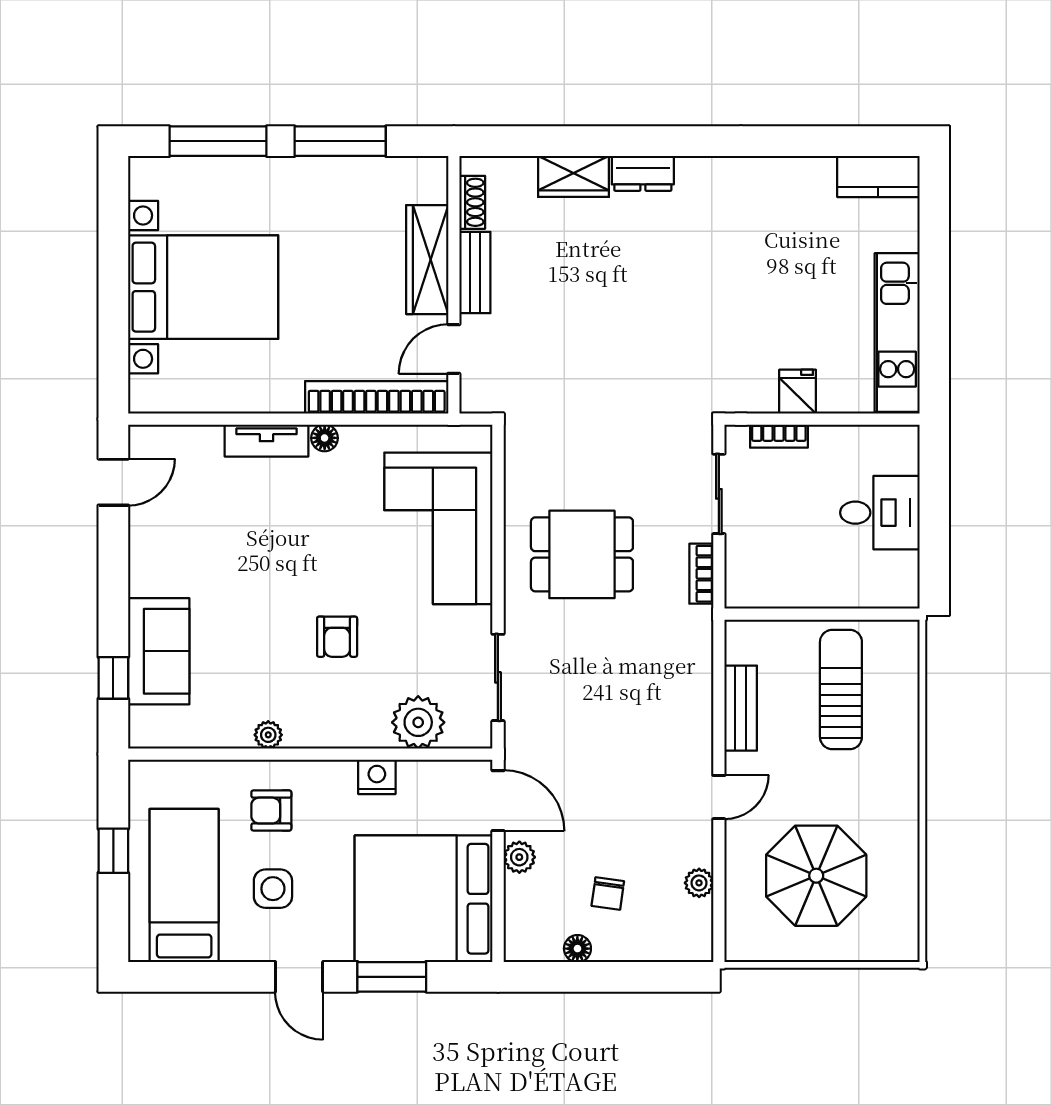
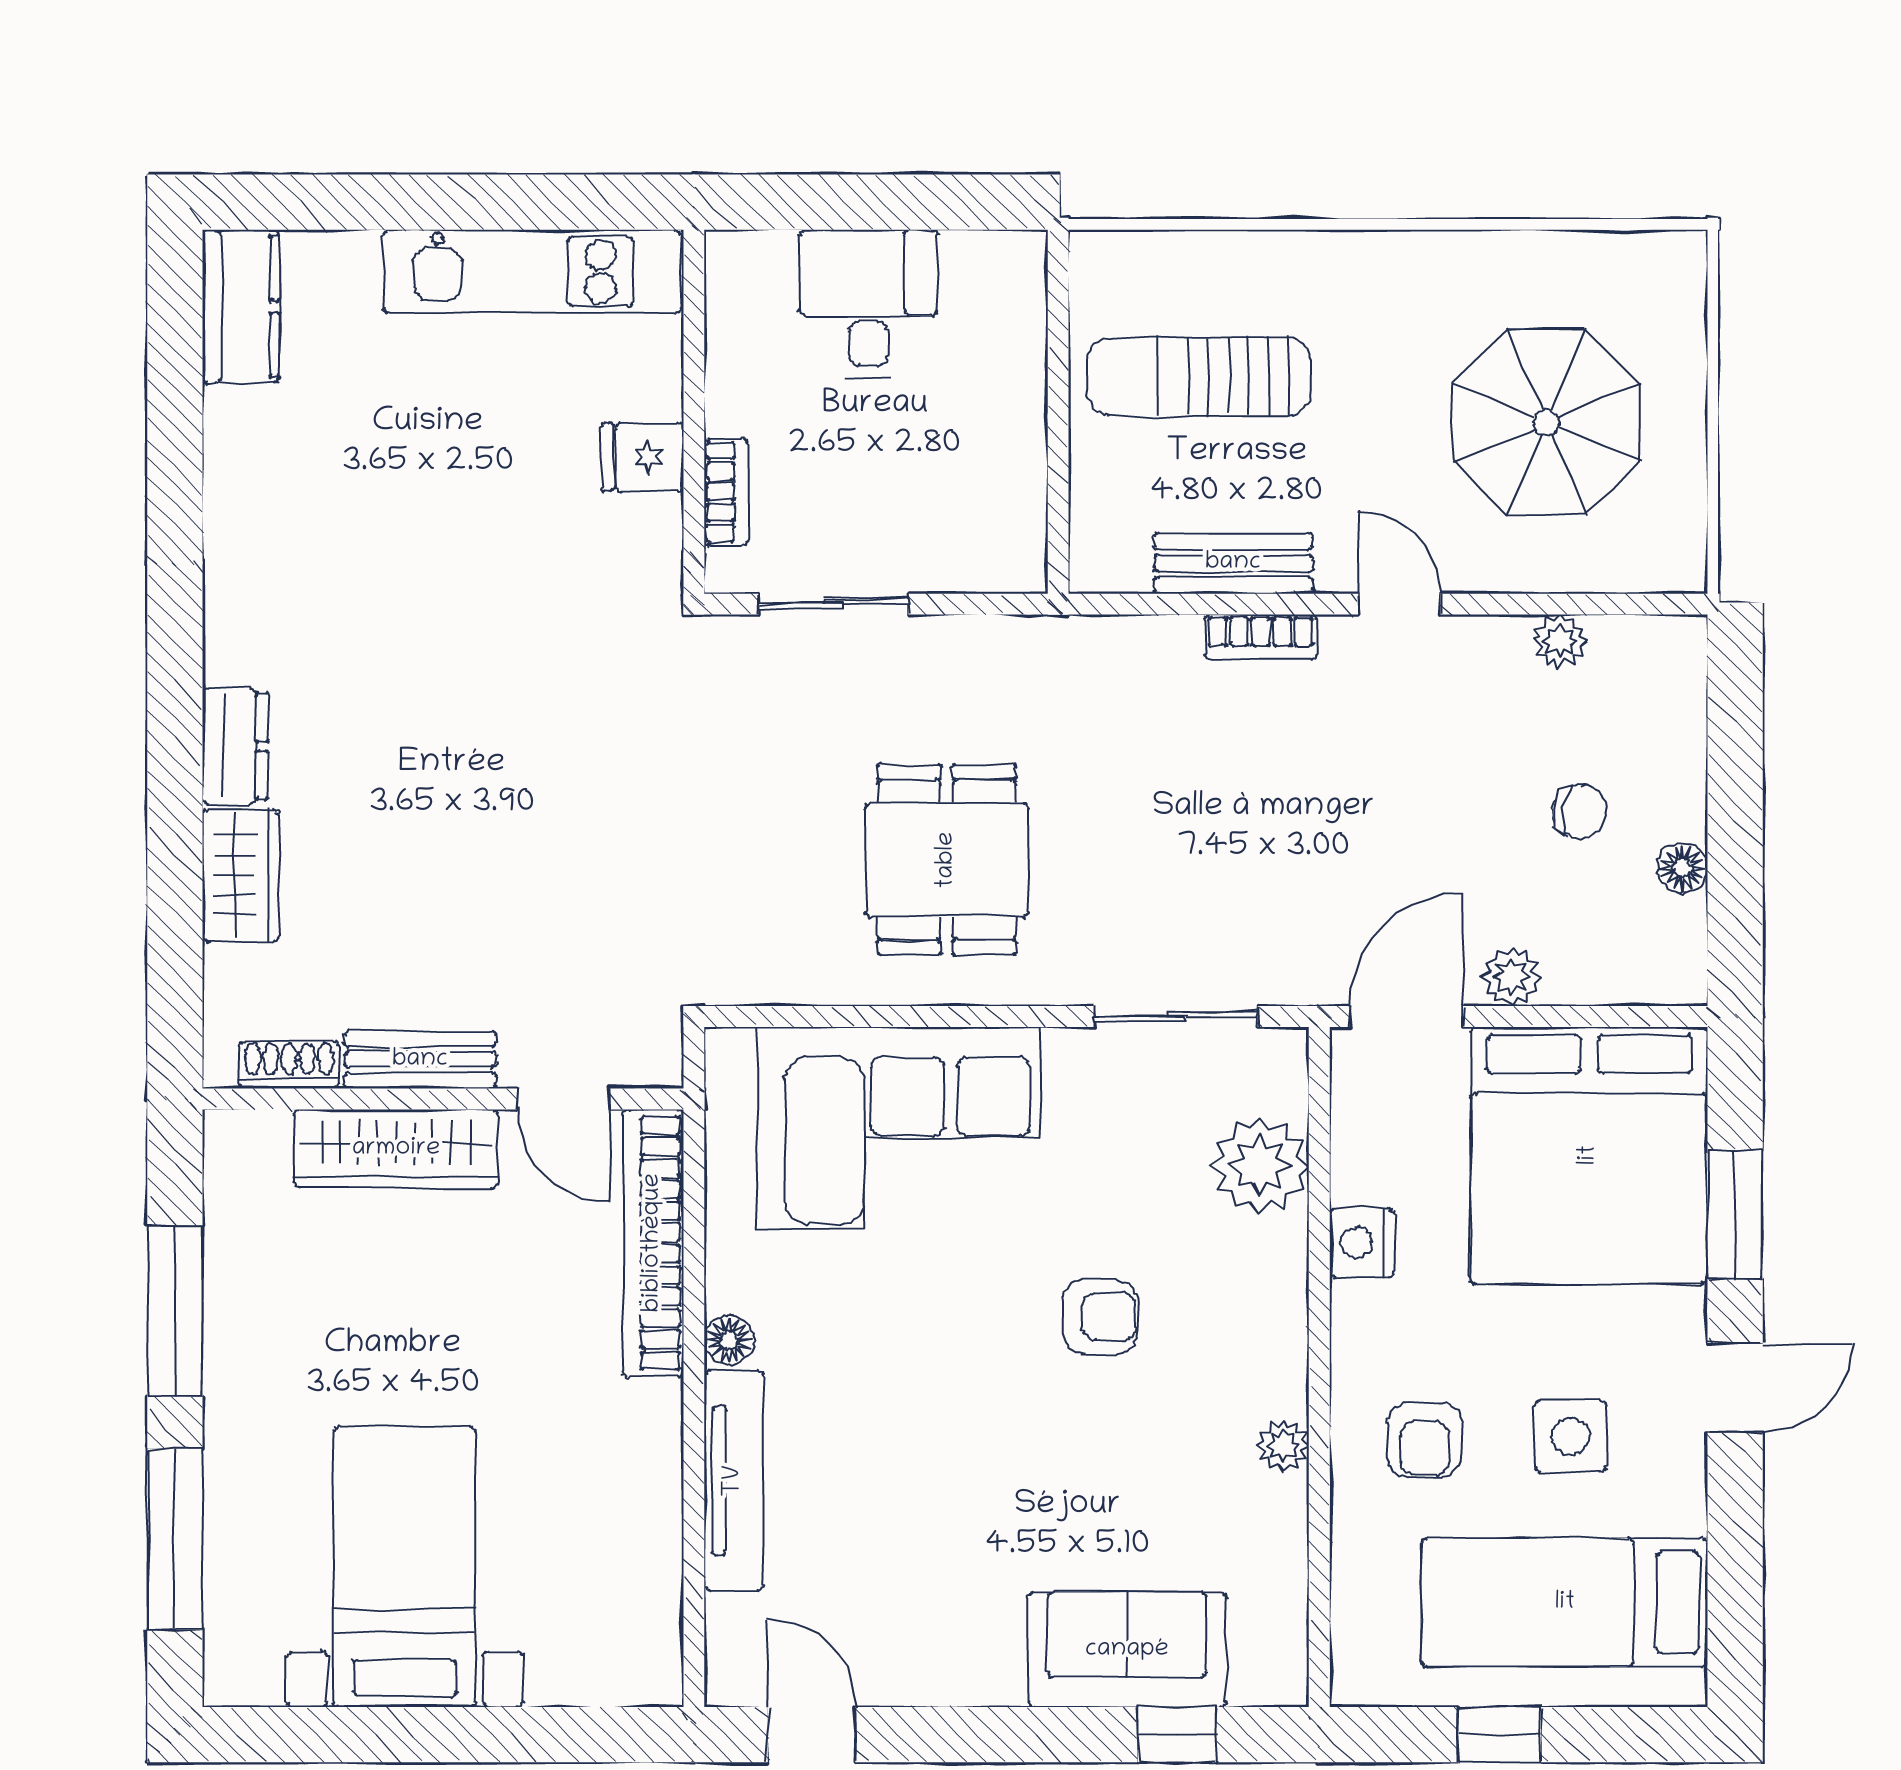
bed with nightstands: (203, 287) -> (405, 1567), width x0.73
tv unit: (266, 441) -> (734, 1481), width x1.41
bookcase: (701, 574) -> (1261, 637), moved

